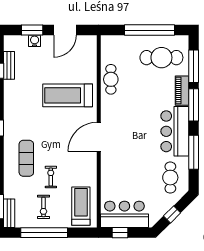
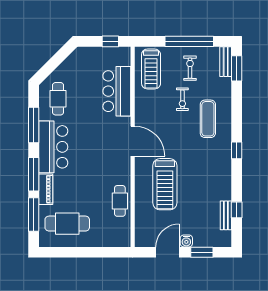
window: (149, 30) -> (80, 252), removed
water cooler: (35, 41) -> (186, 241), moved
treadmill: (68, 95) -> (165, 184), turned 90
door: (99, 137) -> (133, 141), hinge flipped
bar counter: (124, 214) -> (117, 91), moved, turned 90
window: (172, 214) -> (56, 60), removed

